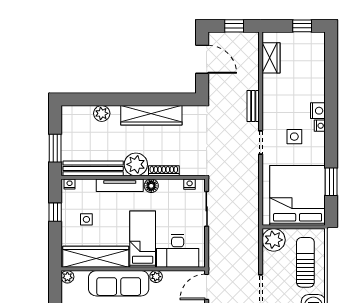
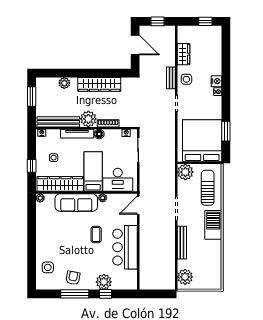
wardrobe: (271, 58) -> (183, 54), moved
side table: (294, 137) -> (186, 79), moved
window: (55, 148) -> (32, 96), moved
window: (55, 212) -> (32, 166), moved

